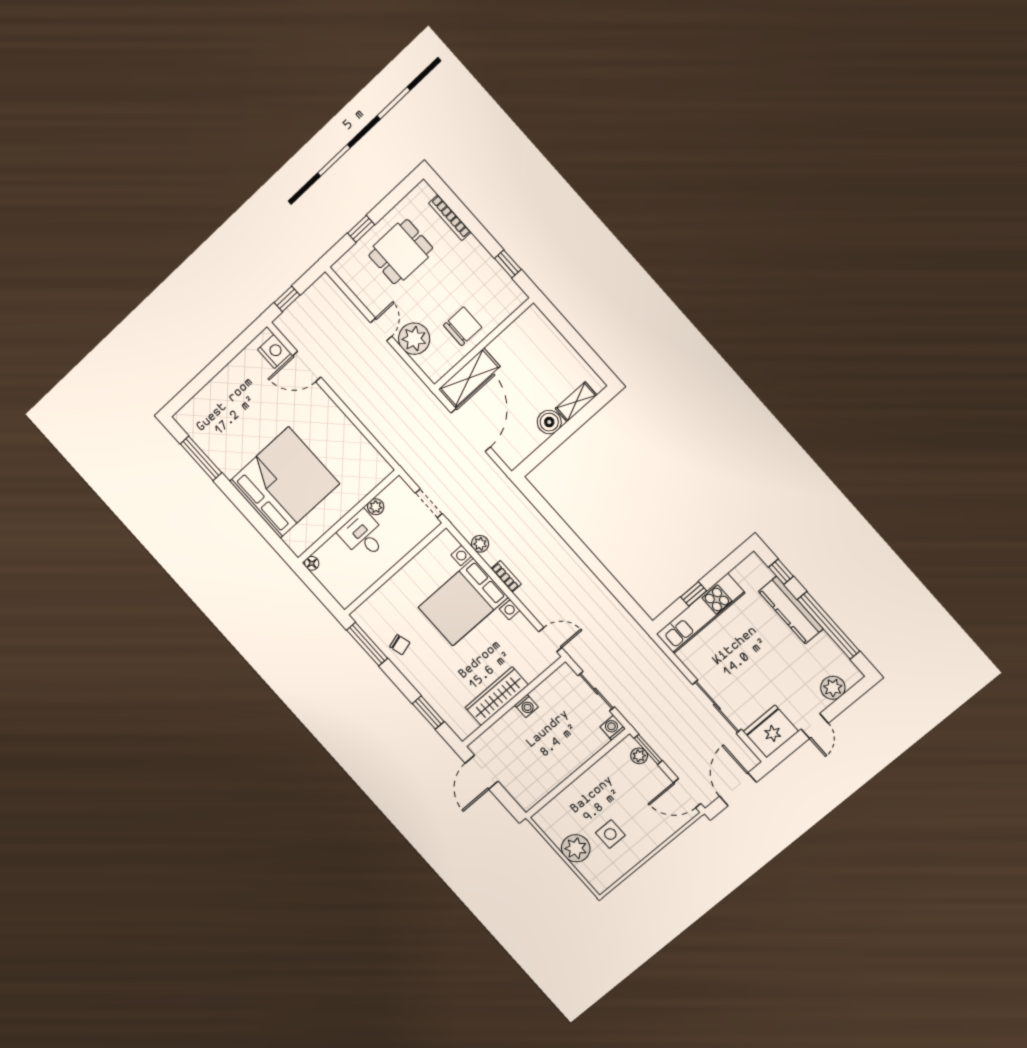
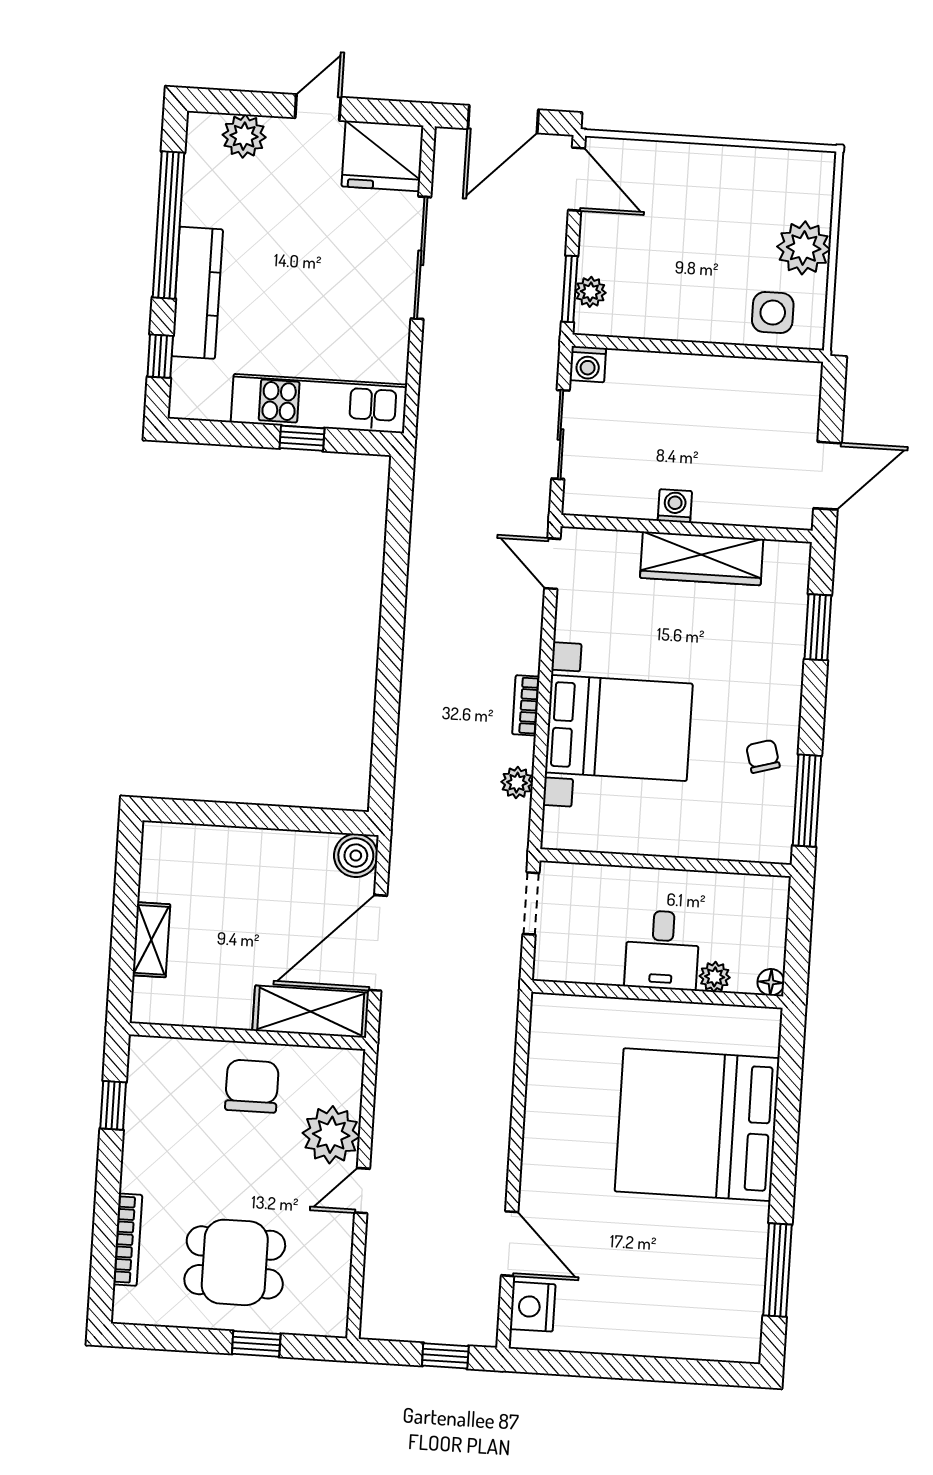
chair: (463, 326) -> (252, 1086), turned 90
shelving: (576, 402) -> (151, 940), moved, turned 90
boiler: (549, 422) -> (356, 856), moved
plant: (376, 507) -> (715, 977), moved
side table: (610, 834) -> (773, 313), moved

